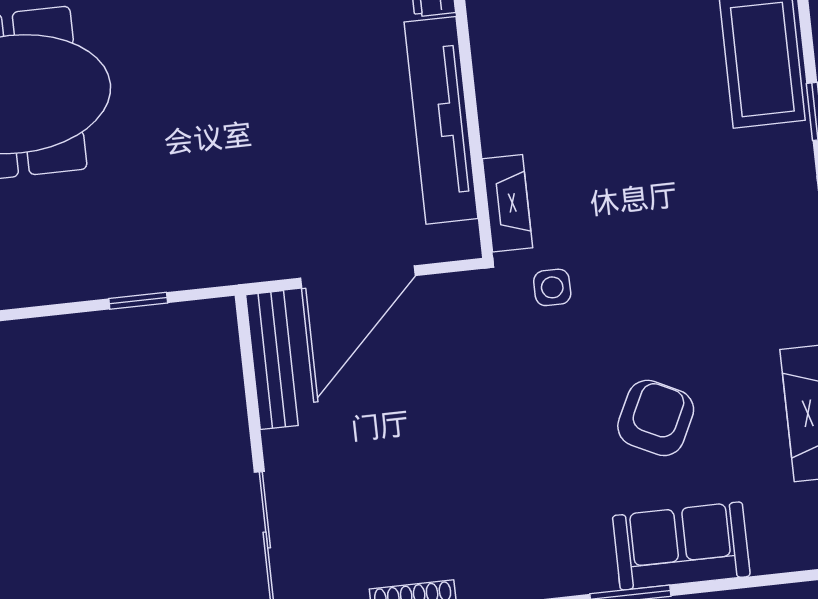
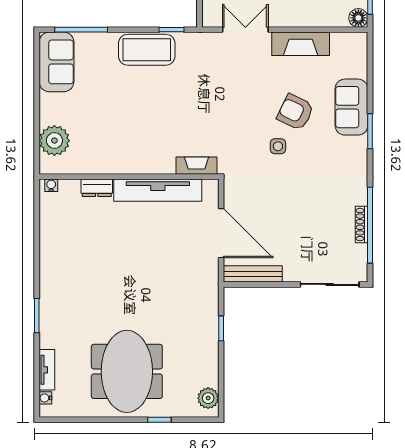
side table: (552, 287) -> (278, 146), moved

